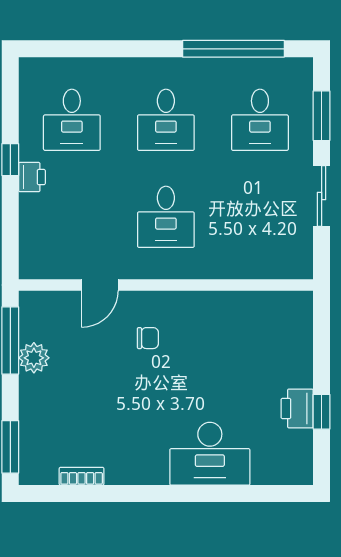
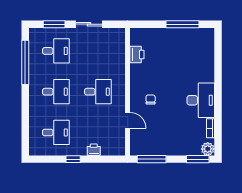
printer: (32, 177) -> (94, 150), moved
plant: (34, 358) -> (208, 149), moved
printer: (297, 408) -> (137, 54), moved, turned -90
window: (322, 412) -> (182, 24), width x2.17
desk: (210, 454) -> (201, 100), moved

